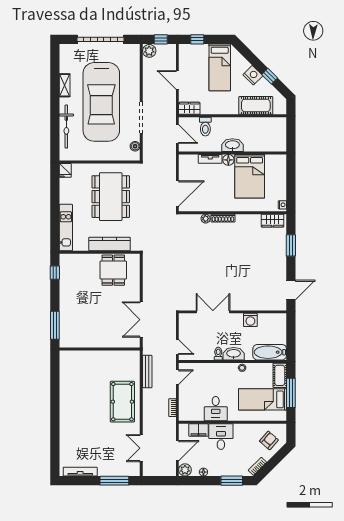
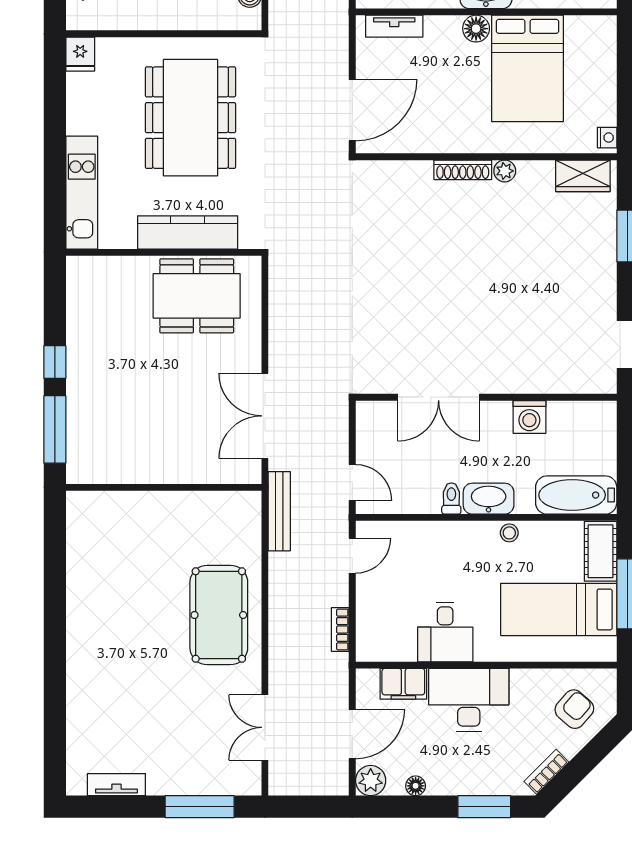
tv unit: (210, 159) -> (394, 26), moved
plant: (206, 219) -> (505, 171), moved
dining table: (113, 270) -> (197, 296), width x1.38
window: (55, 273) -> (55, 362), moved
double door: (213, 312) -> (439, 397), swing flipped
bench: (147, 372) -> (279, 511), moved
desk: (221, 437) -> (469, 700), width x1.37
tv unit: (80, 472) -> (116, 785), width x0.71

